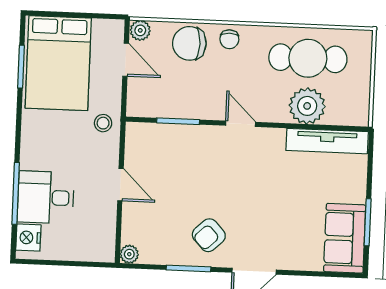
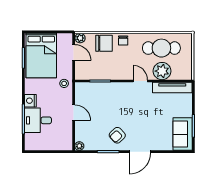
chair: (189, 43) -> (104, 43), turned 180
door: (241, 124) -> (140, 81), moved
nightstand: (28, 238) -> (30, 101), moved

